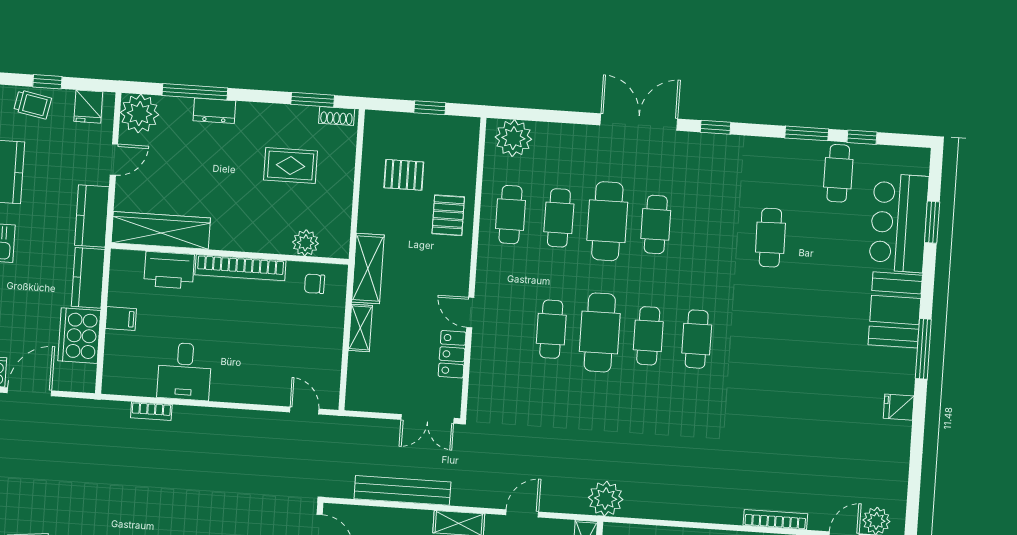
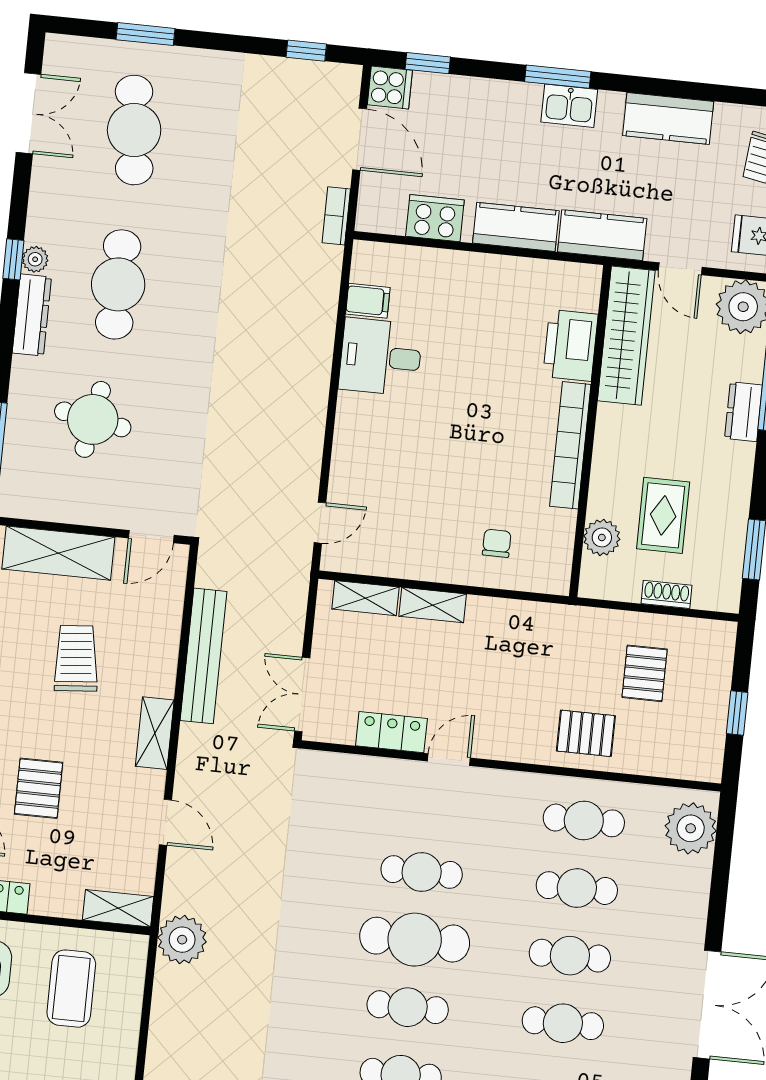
shoe rack: (337, 116) -> (666, 594), moved, turned 90
cafe table: (607, 221) -> (570, 956), width x0.73, depth x0.74
wardrobe: (161, 230) -> (626, 336), moved
plant: (306, 243) -> (602, 537), moved
wall: (230, 254) -> (590, 431), moved
bookcase: (240, 268) -> (570, 445), moved
shelving: (368, 269) -> (366, 598), moved, width x0.67, depth x0.75
printer: (169, 270) -> (570, 345), moved
filing cabinet: (121, 319) -> (368, 301), moved, turned -90
cooker: (79, 336) -> (435, 218), width x0.73, depth x0.76
bookcase: (151, 411) -> (336, 216), moved

